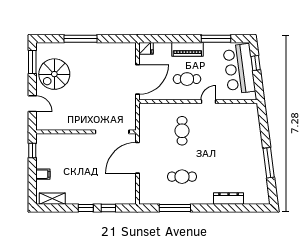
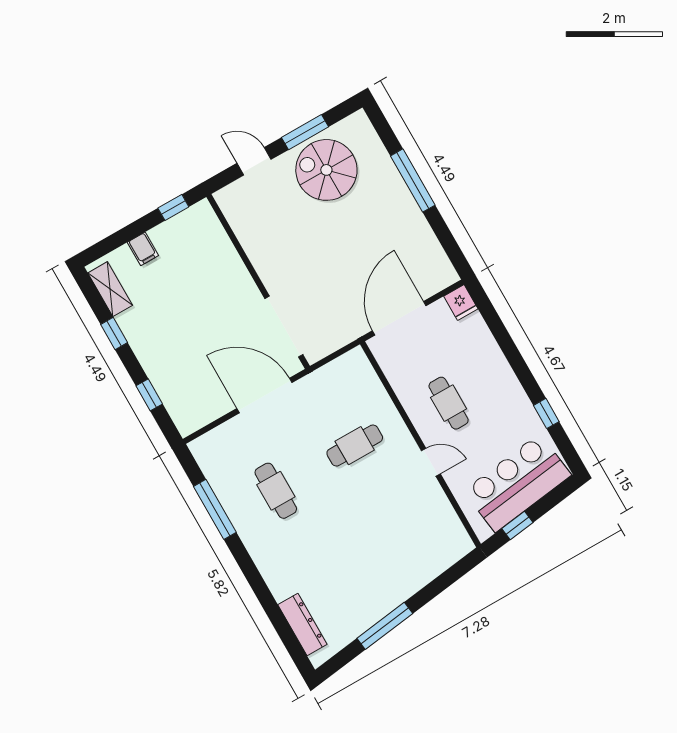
window: (216, 39) -> (546, 413), width x0.46
piano: (187, 49) -> (500, 375), removed
window: (32, 62) -> (305, 132), moved
window: (256, 63) -> (517, 525), moved
door: (137, 79) -> (399, 318), swing flipped
door: (32, 104) -> (254, 161), swing flipped
dresser: (229, 199) -> (302, 624), moved
window: (86, 208) -> (114, 333), moved

